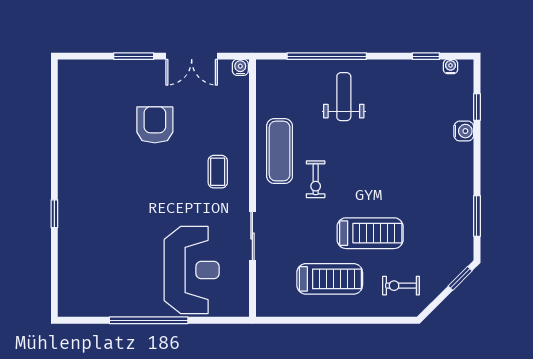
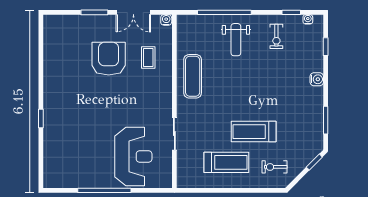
weight bench: (344, 97) -> (236, 40), turned 180
armchair: (155, 125) -> (109, 59), width x1.36, depth x1.36
water cooler: (464, 131) -> (317, 79), moved
coffee table: (218, 172) -> (148, 57), moved
exercise bike: (316, 179) -> (276, 36), moved
treadmill: (370, 233) -> (254, 132), turned 180

